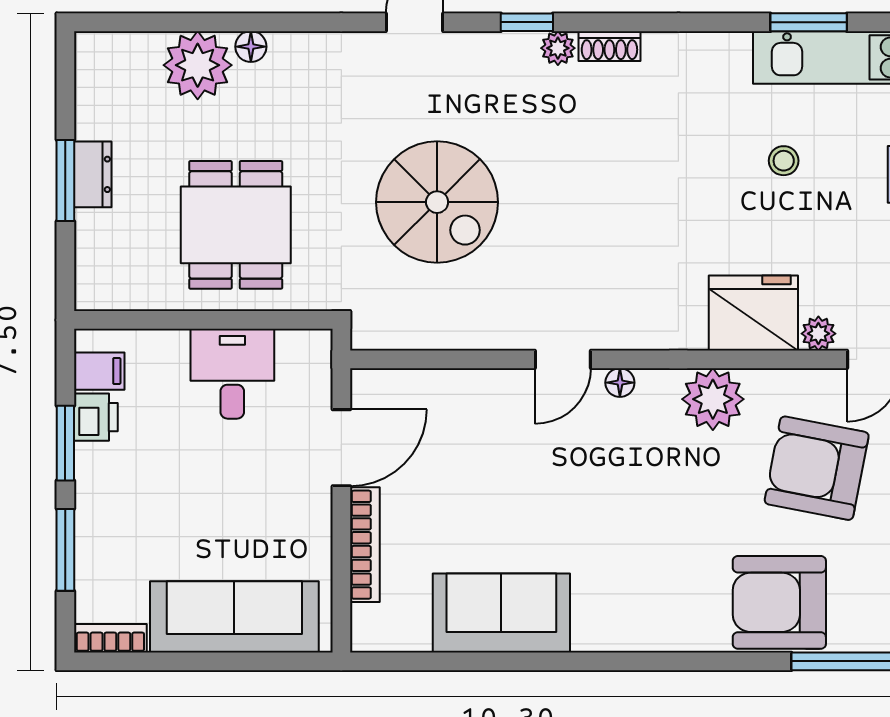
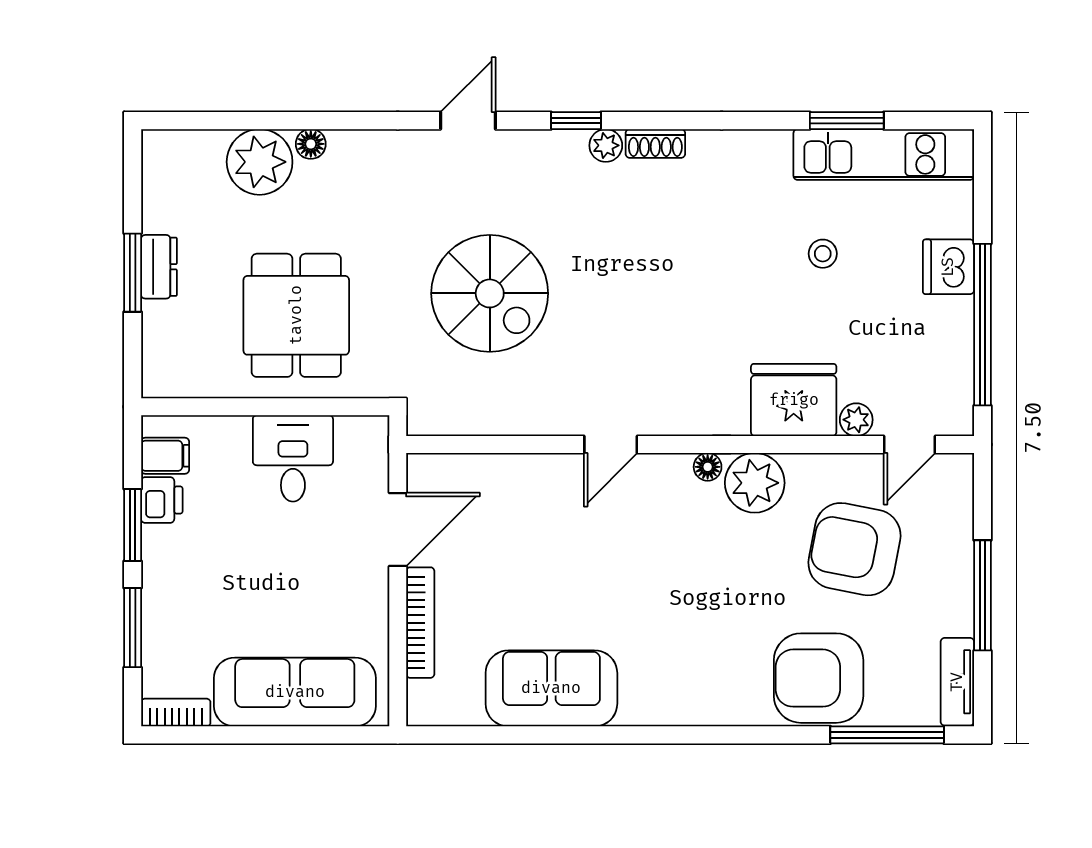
floor lamp: (620, 383) -> (708, 467), moved

